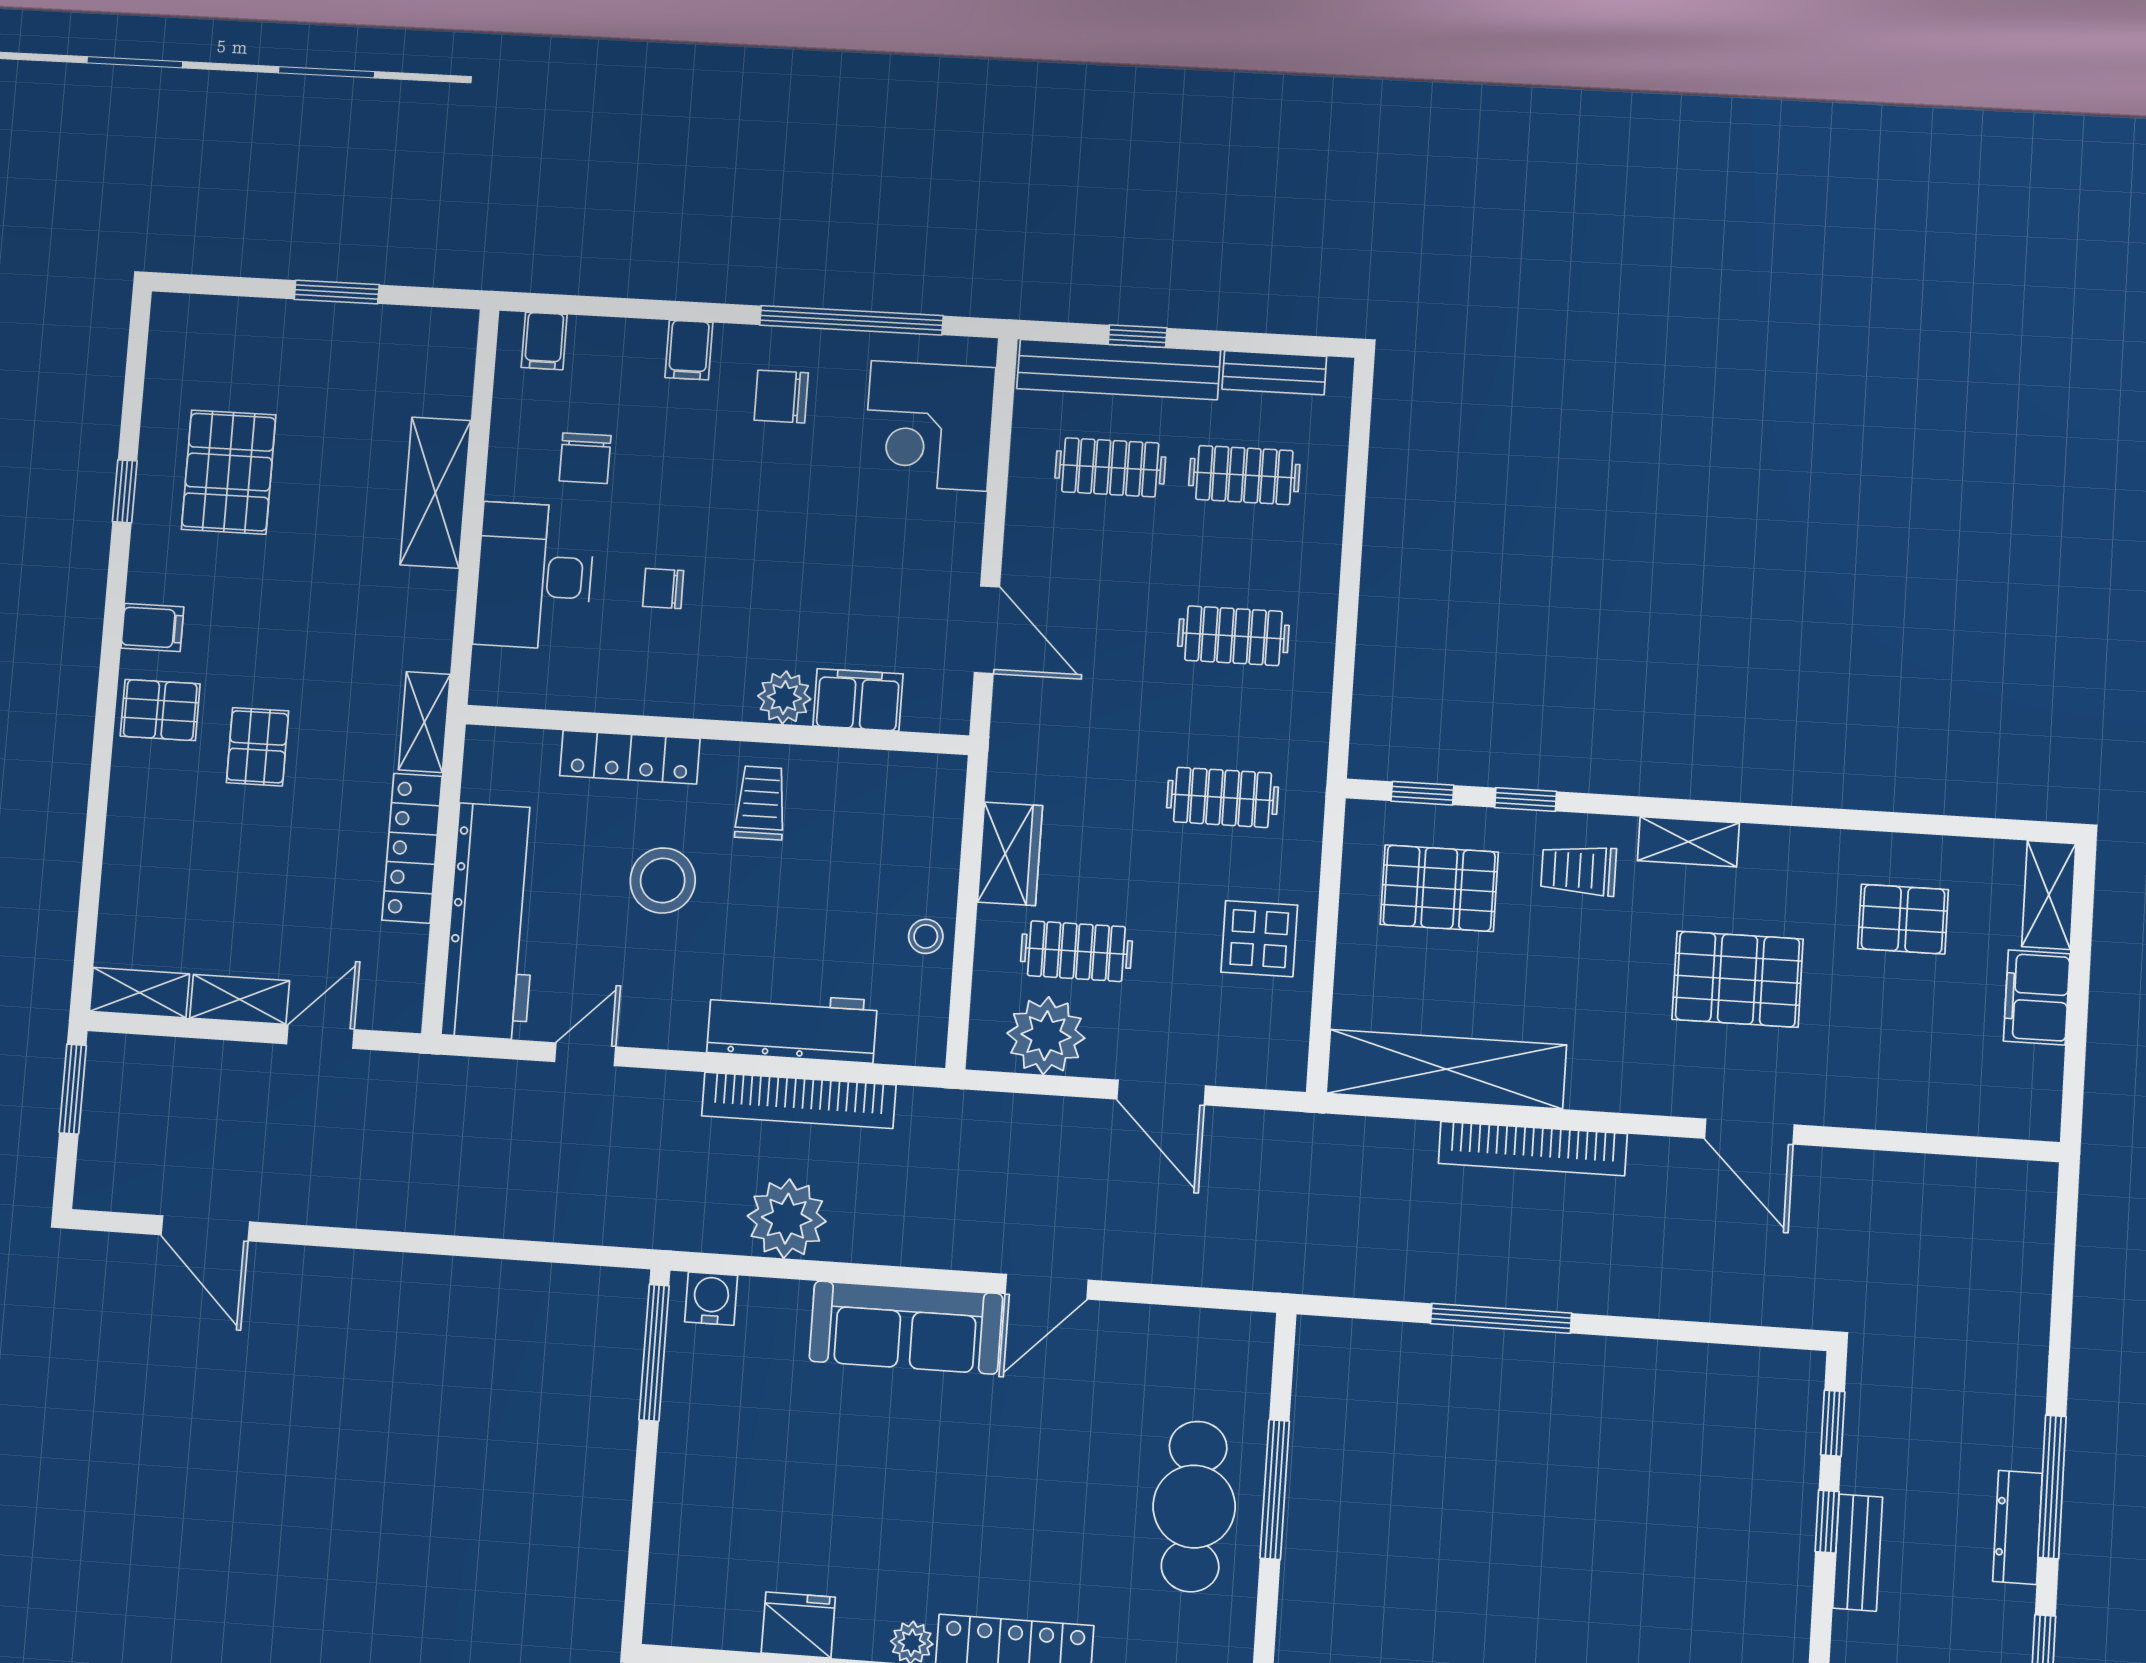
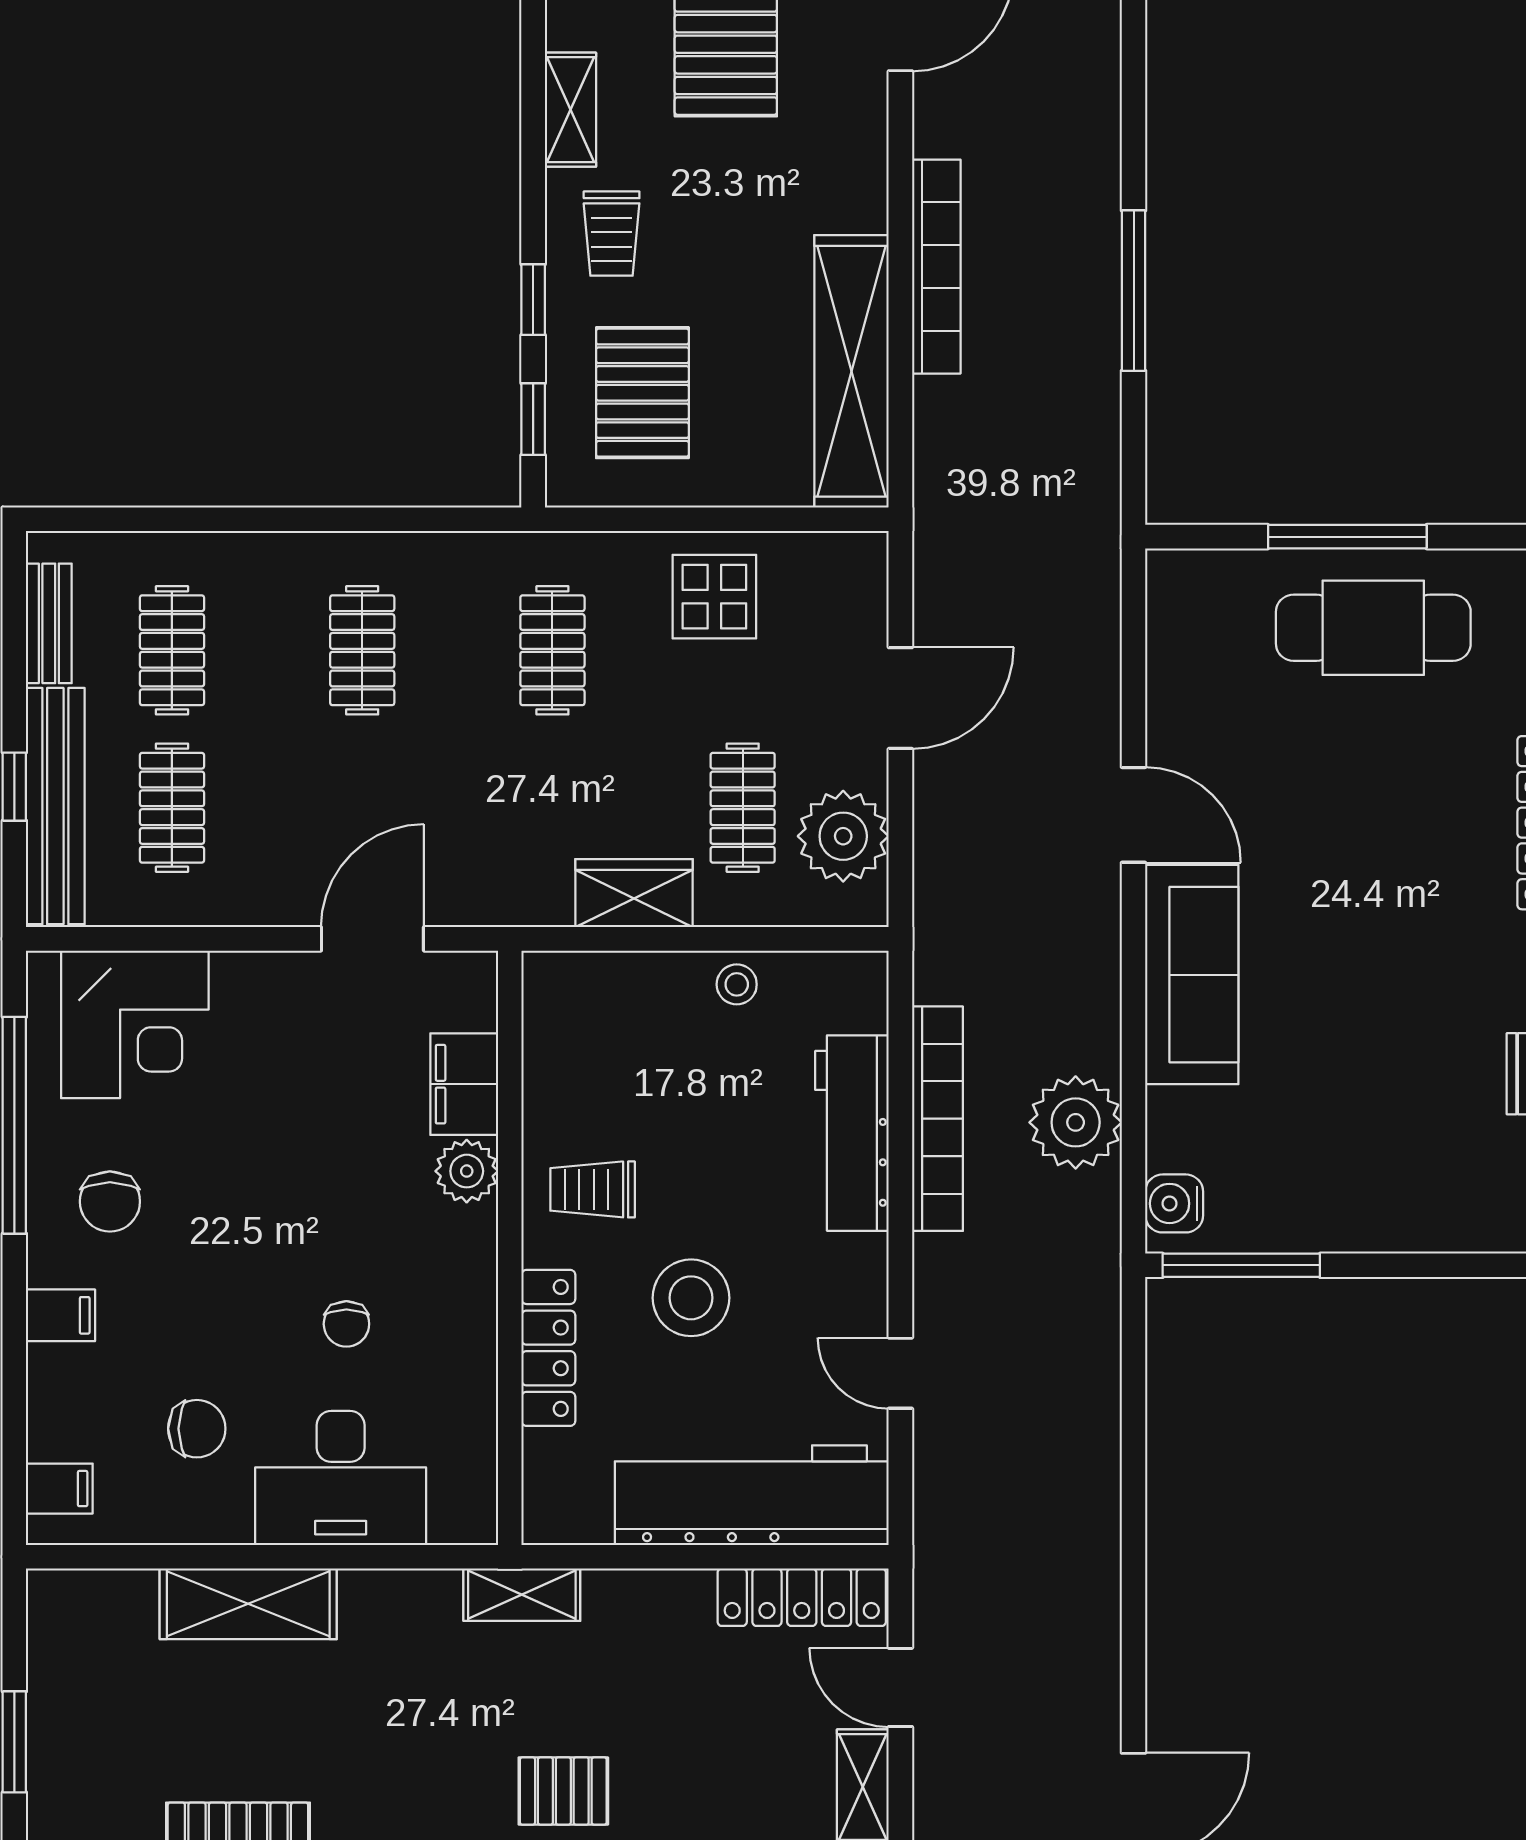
locker: (412, 848) -> (802, 1597), moved

